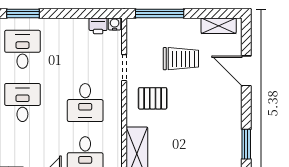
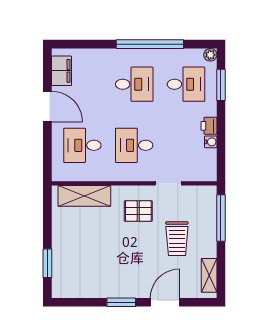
water cooler: (115, 24) -> (211, 142), moved
printer: (98, 26) -> (209, 126), moved
pallet: (153, 98) -> (138, 211), turned 90
window: (246, 144) -> (121, 302), moved

